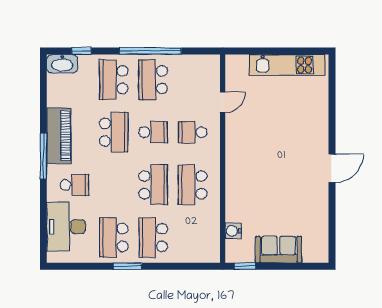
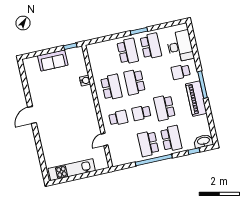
school desk: (153, 80) -> (148, 144), turned 180
water cooler: (233, 231) -> (85, 81), moved

